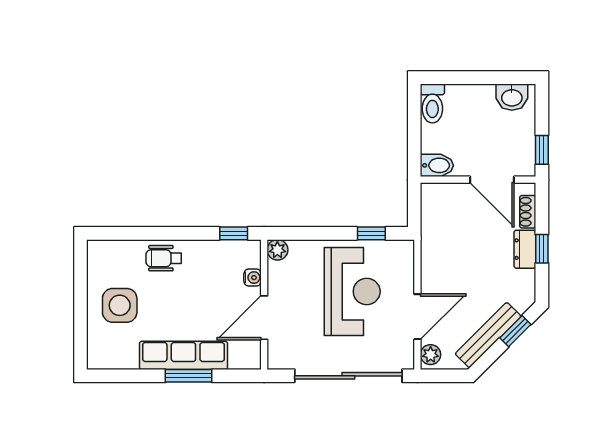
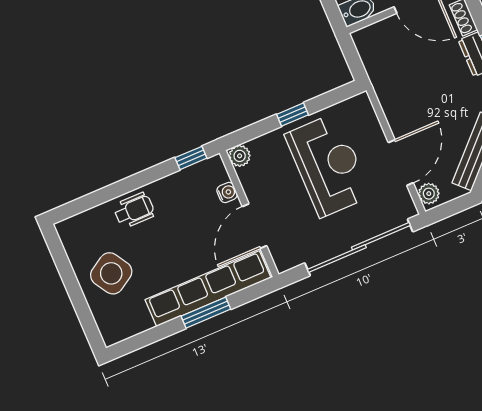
window: (371, 233) -> (292, 115), moved
wheelchair: (164, 258) -> (134, 210), turned 180
side table: (120, 305) -> (111, 273), turned -32
row of seats: (183, 355) -> (208, 289), width x1.36

